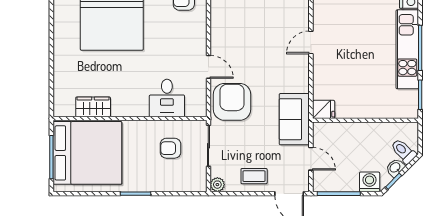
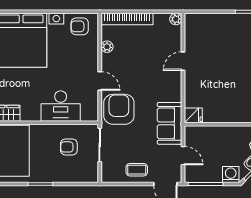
desk: (167, 98) -> (61, 106), width x1.37
plant: (217, 185) -> (107, 47), moved

